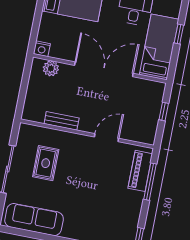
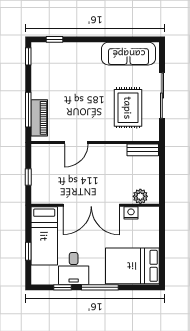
nightstand: (42, 49) -> (131, 213), moved
bench: (62, 121) -> (143, 150), moved
rug: (46, 163) -> (128, 108), width x1.36, depth x1.43

